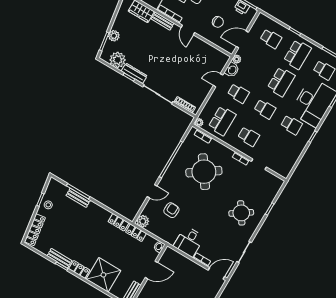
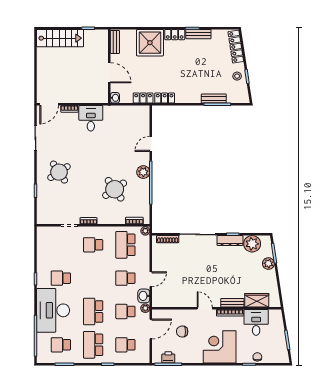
school desk: (265, 109) -> (125, 311), moved
round table: (204, 172) -> (115, 189), width x0.73, depth x0.73
armchair: (171, 210) -> (123, 137), removed
plant: (143, 221) -> (143, 172), moved
door: (151, 270) -> (109, 73), swing flipped

